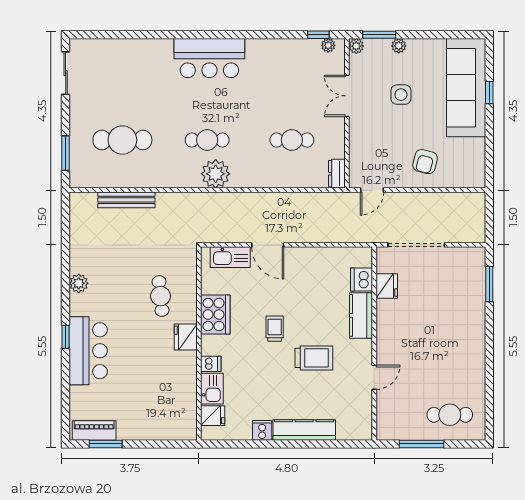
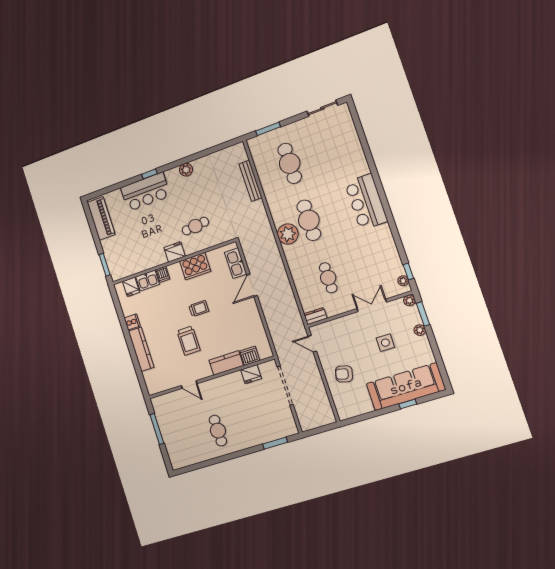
cafe table: (207, 140) -> (309, 220), width x1.37, depth x1.35
cafe table: (450, 415) -> (218, 431), moved
piano: (94, 430) -> (101, 218), width x1.37, depth x1.33
window: (106, 444) -> (105, 265), moved

